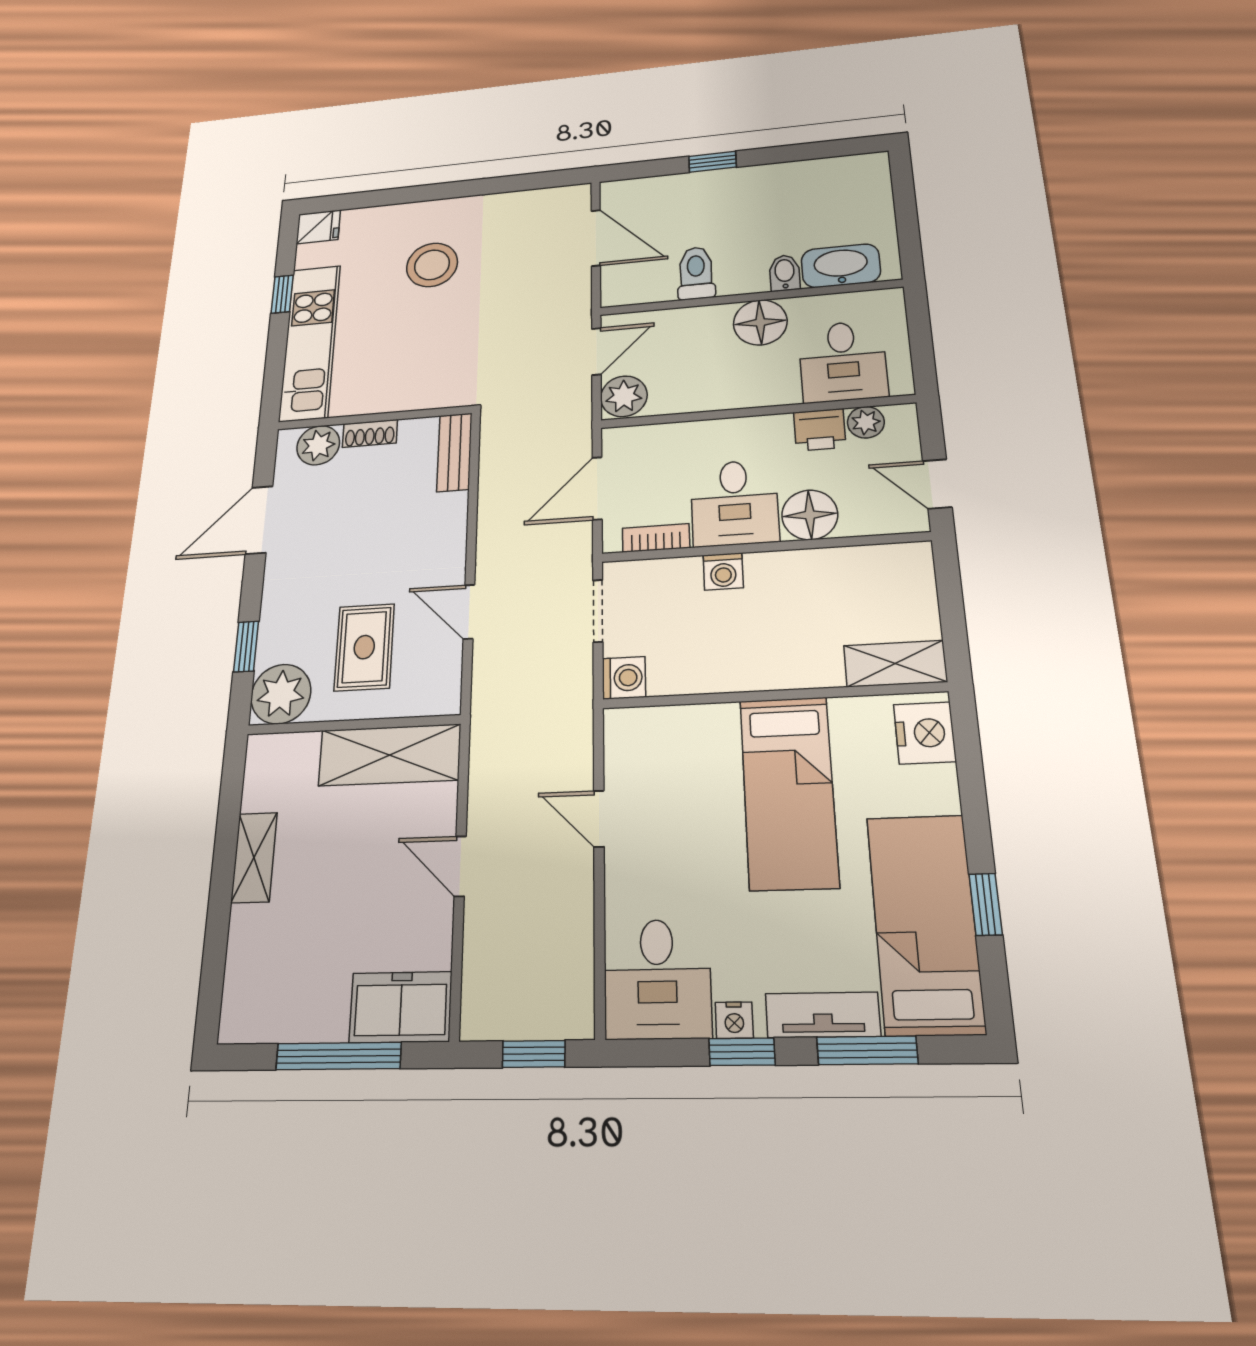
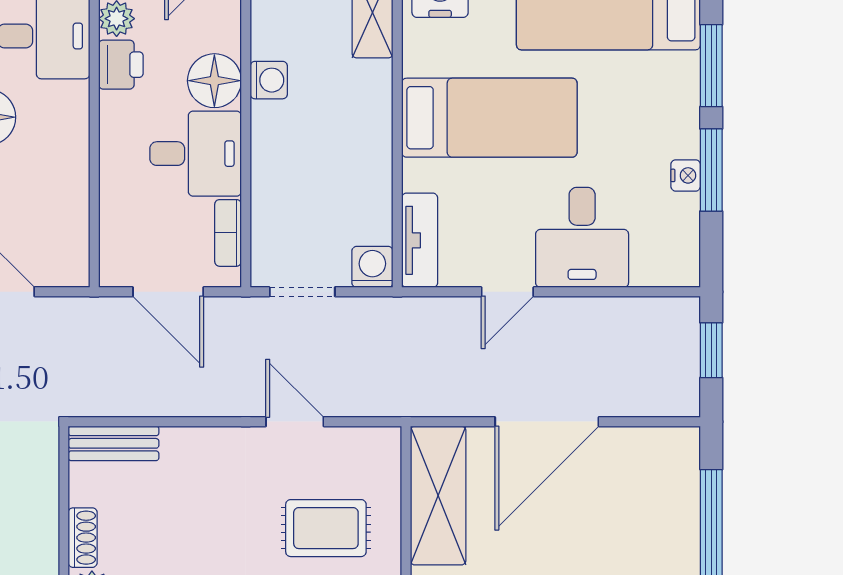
plant: (624, 396) -> (63, 263), removed
washing machine: (723, 571) -> (269, 80), moved
door: (469, 612) -> (295, 422), swing flipped
door: (460, 866) -> (547, 422), width x1.88
desk: (657, 979) -> (582, 237), moved, turned 90
freezer: (401, 1007) -> (671, 472), removed
tv unit: (823, 1015) -> (420, 240), moved, turned 180
window: (742, 1052) -> (711, 170), width x1.50

